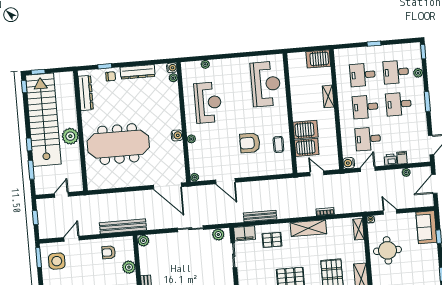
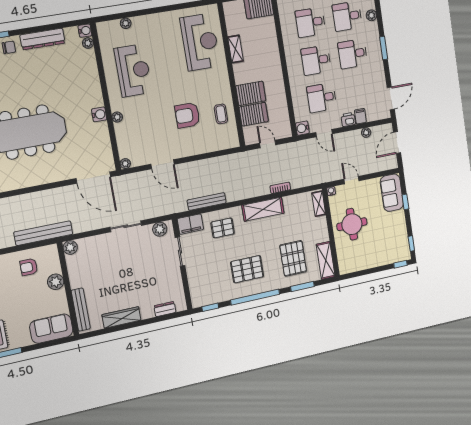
shelving: (328, 96) -> (236, 49), moved
door: (368, 169) -> (324, 133), swing flipped

